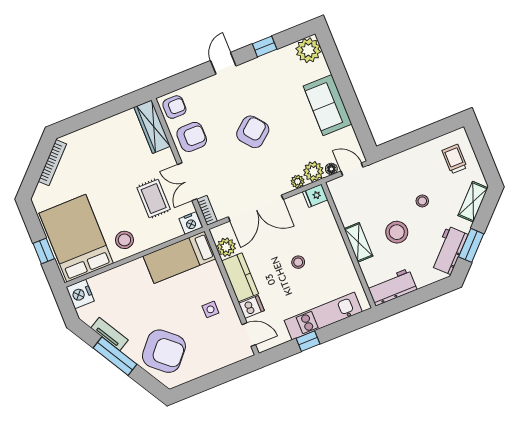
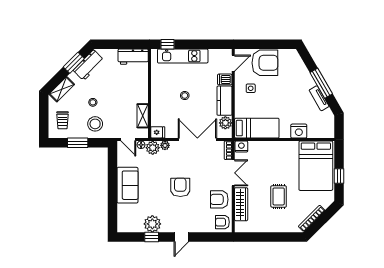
plant: (308, 50) -> (152, 224), moved
wardrobe: (152, 127) -> (241, 204), moved
armchair: (253, 132) -> (180, 187), turned 129
window: (421, 136) -> (78, 143), added
rug: (154, 199) -> (279, 196), moved
stool: (397, 232) -> (95, 124), moved
stool: (124, 240) -> (286, 153), removed
shelving: (358, 242) -> (143, 116), moved
window: (44, 251) -> (339, 176), moved
nightstand: (80, 294) -> (299, 131), moved, turned 90
door: (249, 335) -> (233, 63), swing flipped
window: (308, 341) -> (168, 44), moved
armchair: (164, 351) -> (265, 63), moved, turned 139

